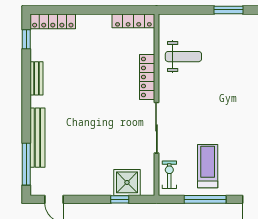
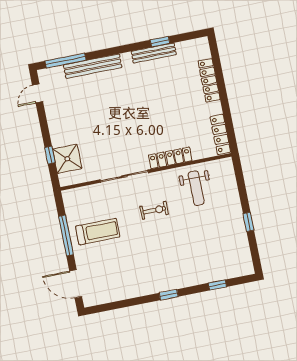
window: (229, 10) -> (248, 222), width x0.67
locker: (53, 21) -> (209, 80), moved
window: (26, 39) -> (160, 42), moved
bench: (36, 78) -> (154, 53), width x1.36
exercise bike: (169, 175) -> (154, 210), moved

